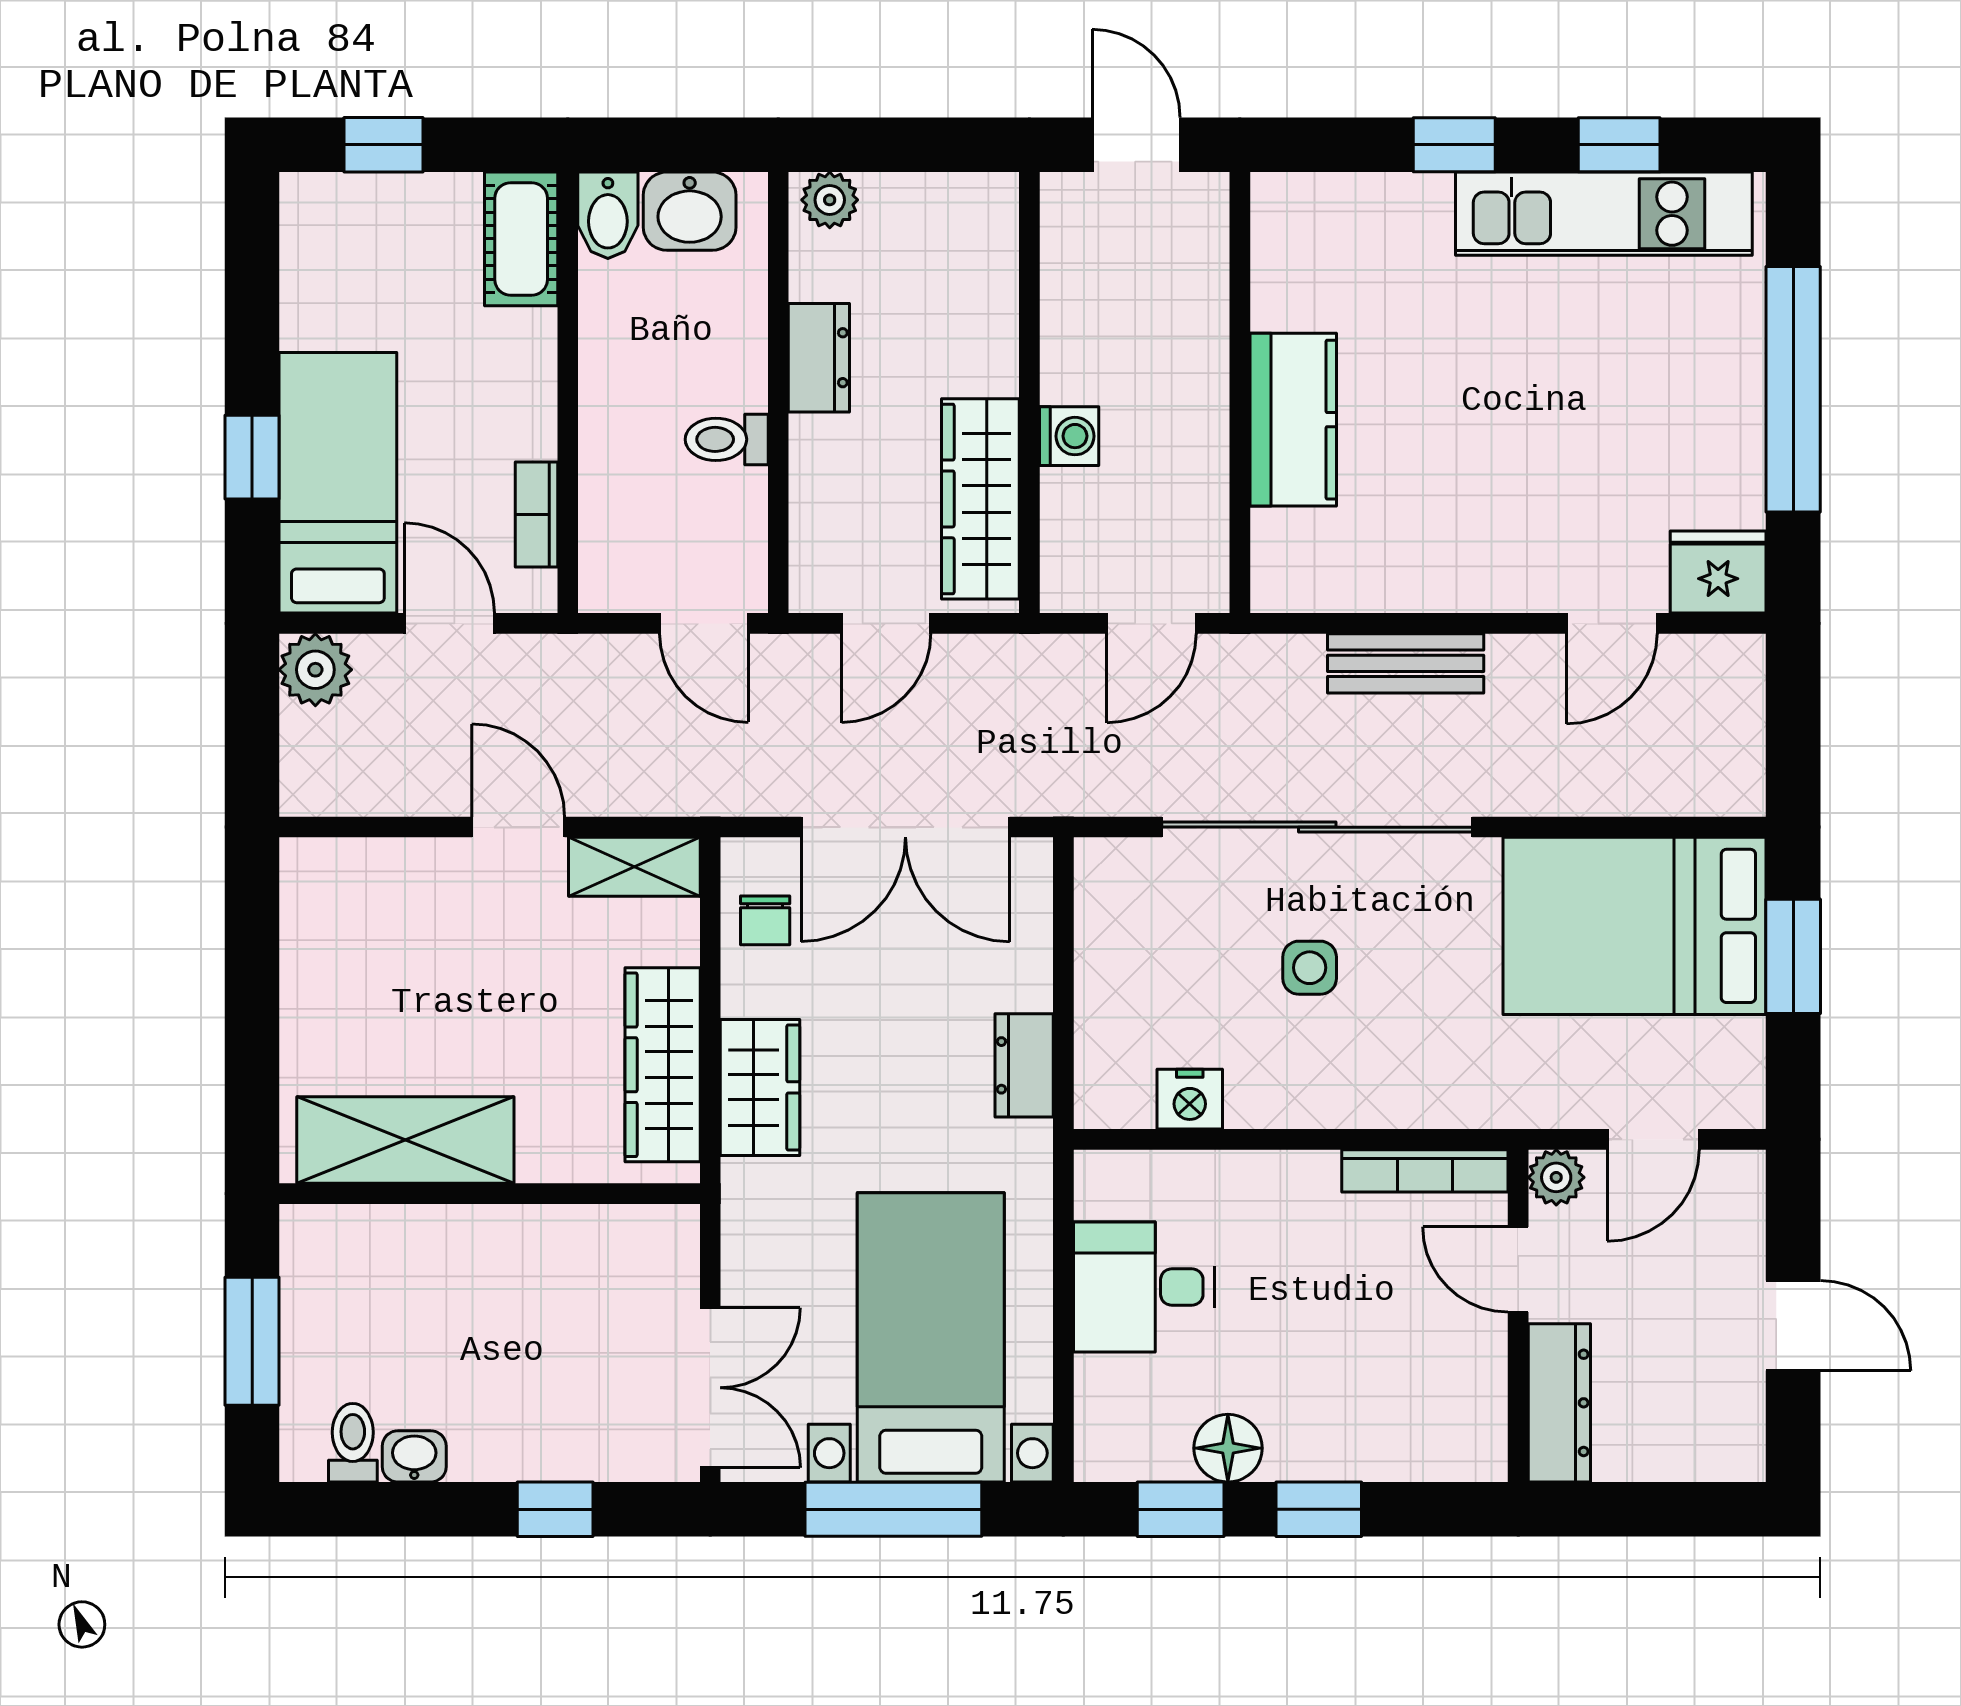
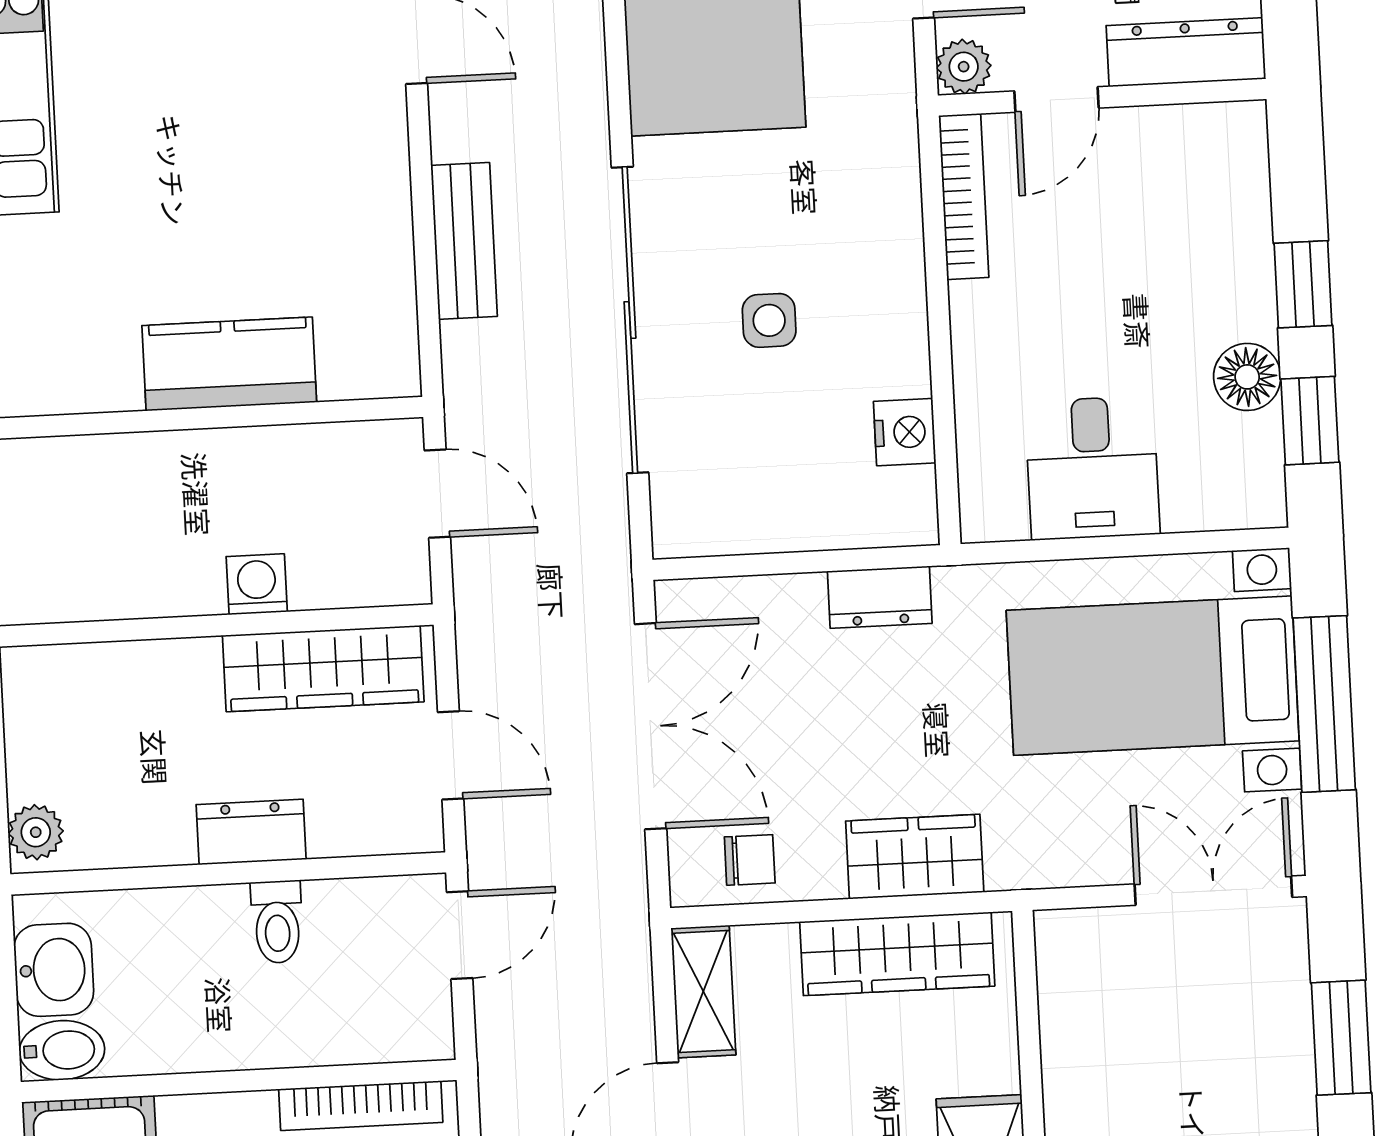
dresser: (819, 358) -> (251, 832), moved
bookcase: (537, 515) -> (361, 1106), width x1.56
window: (555, 1509) -> (1341, 1038), width x1.50

